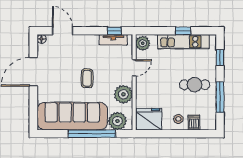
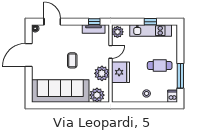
window: (220, 58) -> (180, 44), removed
fridge: (149, 119) -> (121, 72), moved, turned 90
dishwasher: (194, 122) -> (173, 96), moved
window: (92, 134) -> (76, 105), removed

